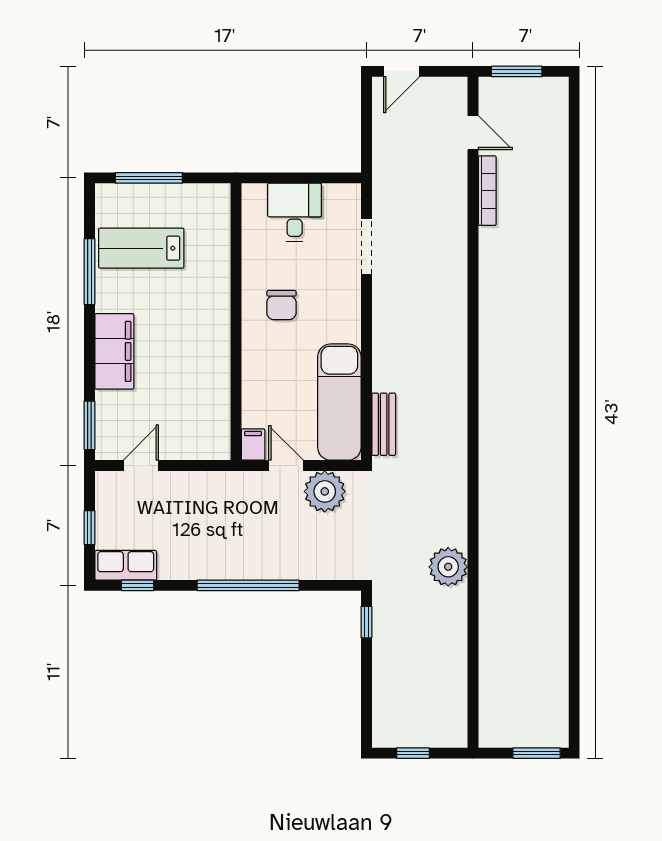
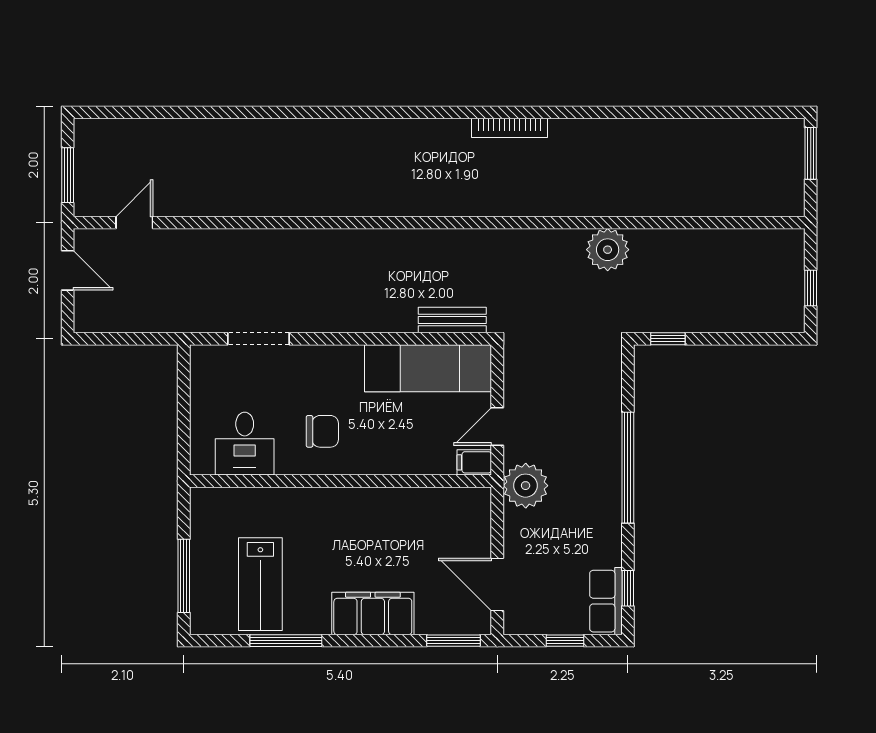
door: (402, 71) -> (68, 270), moved
bookcase: (487, 191) -> (510, 128), moved, turned 180
desk: (295, 212) -> (245, 444), moved, turned -90
door: (141, 465) -> (497, 585), width x1.38
plant: (325, 491) -> (526, 486), moved

